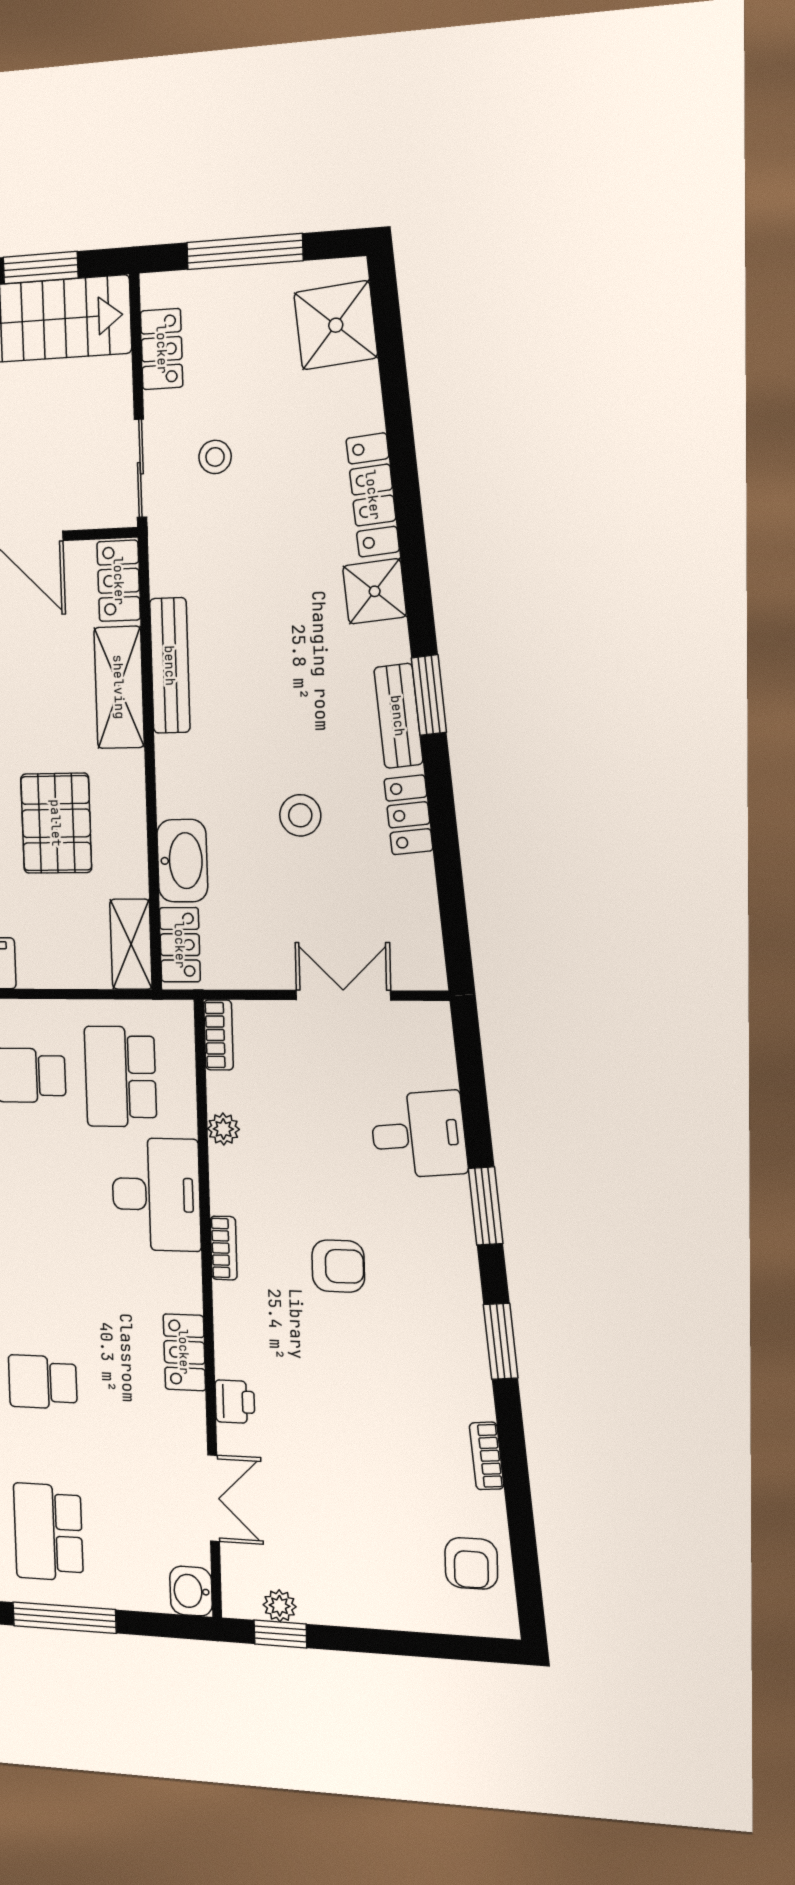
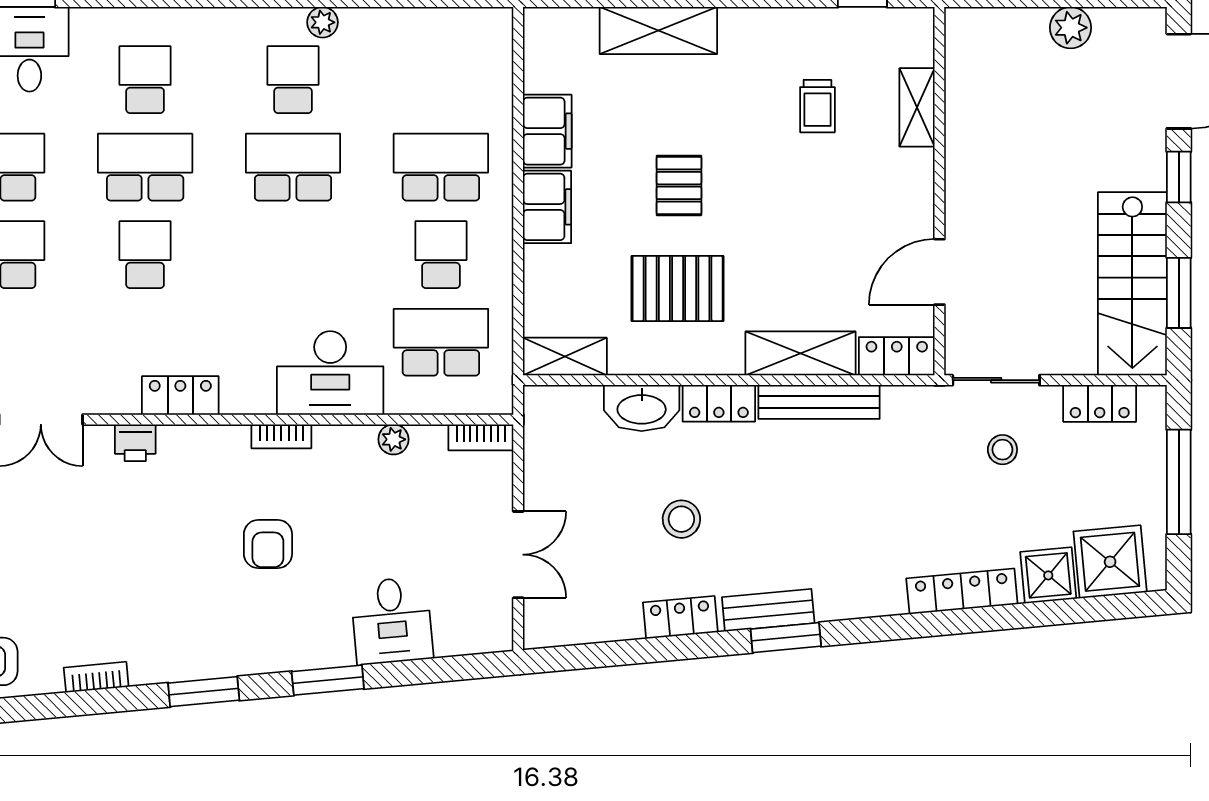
shower: (375, 591) -> (1048, 575), moved
locker: (180, 945) -> (719, 403), moved

